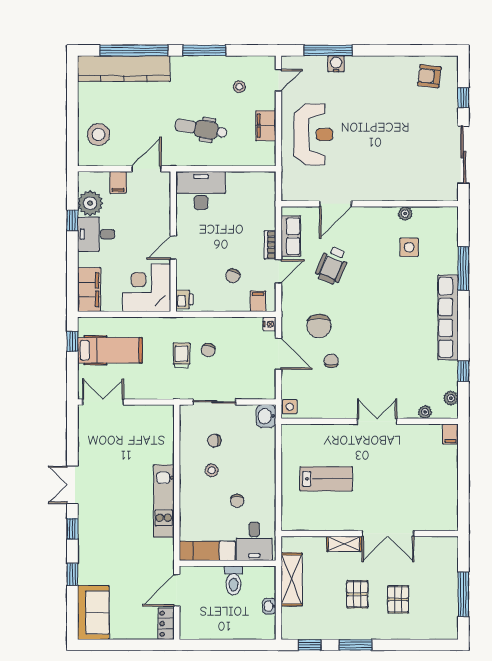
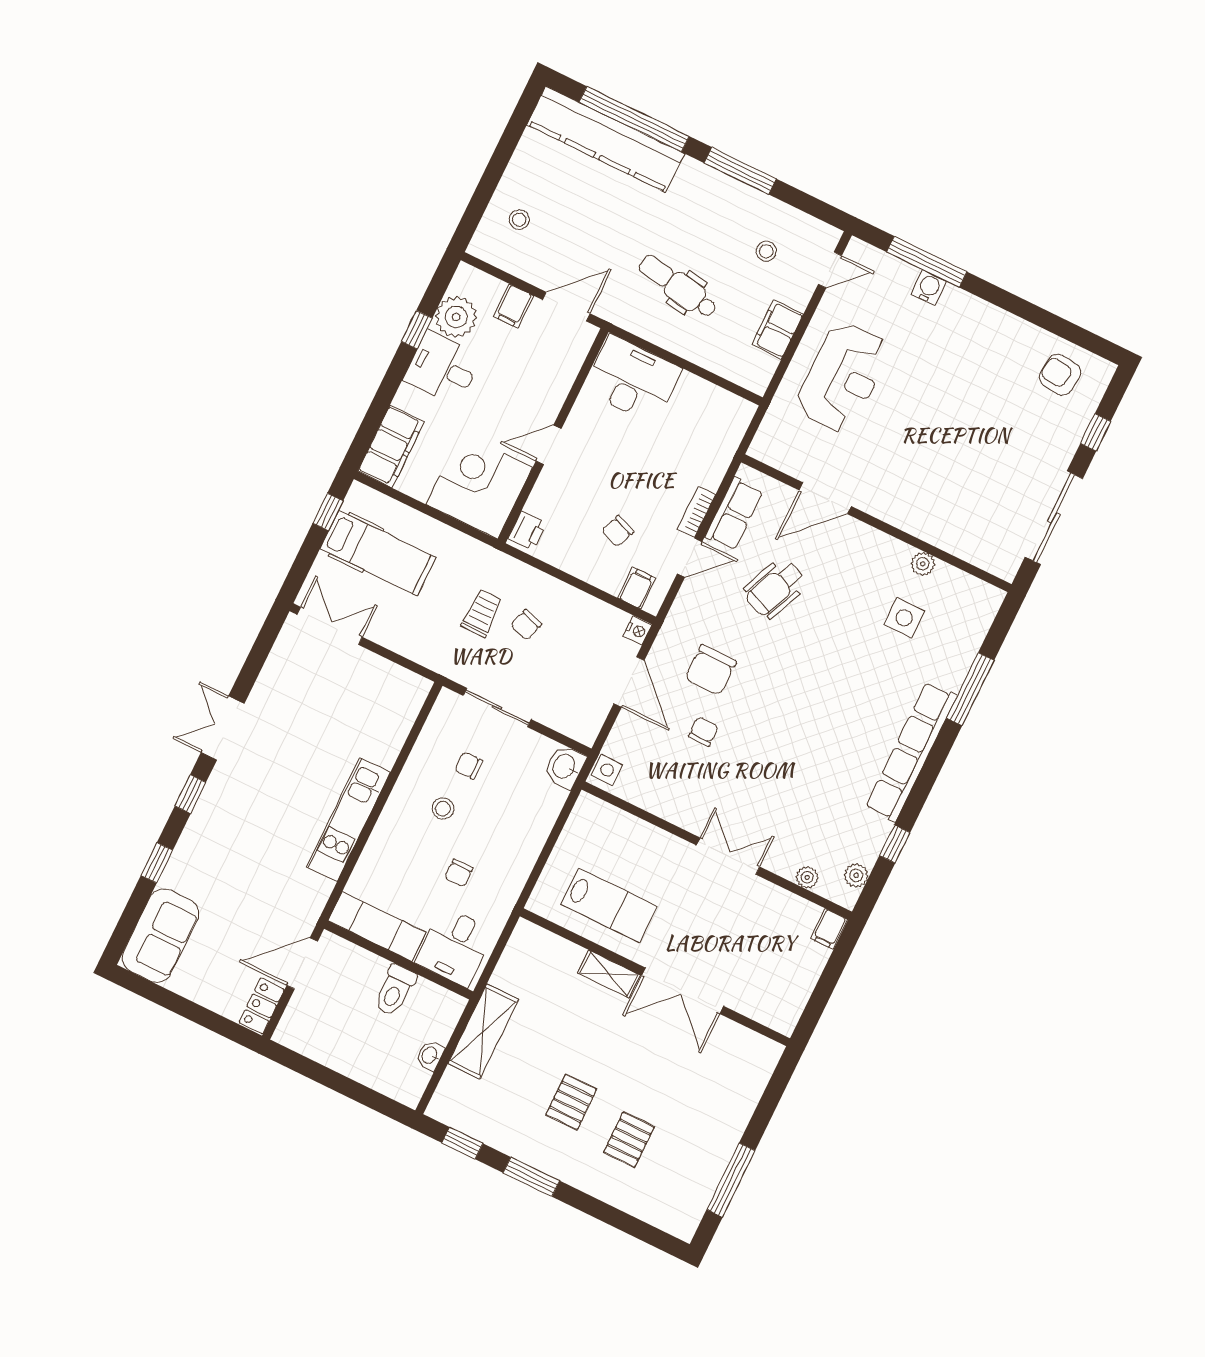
stool: (98, 134) -> (519, 220), width x0.53, depth x0.53
wall: (370, 533) -> (655, 977), moved
double door: (388, 533) -> (683, 991), moved
shelving: (344, 544) -> (609, 974), moved

